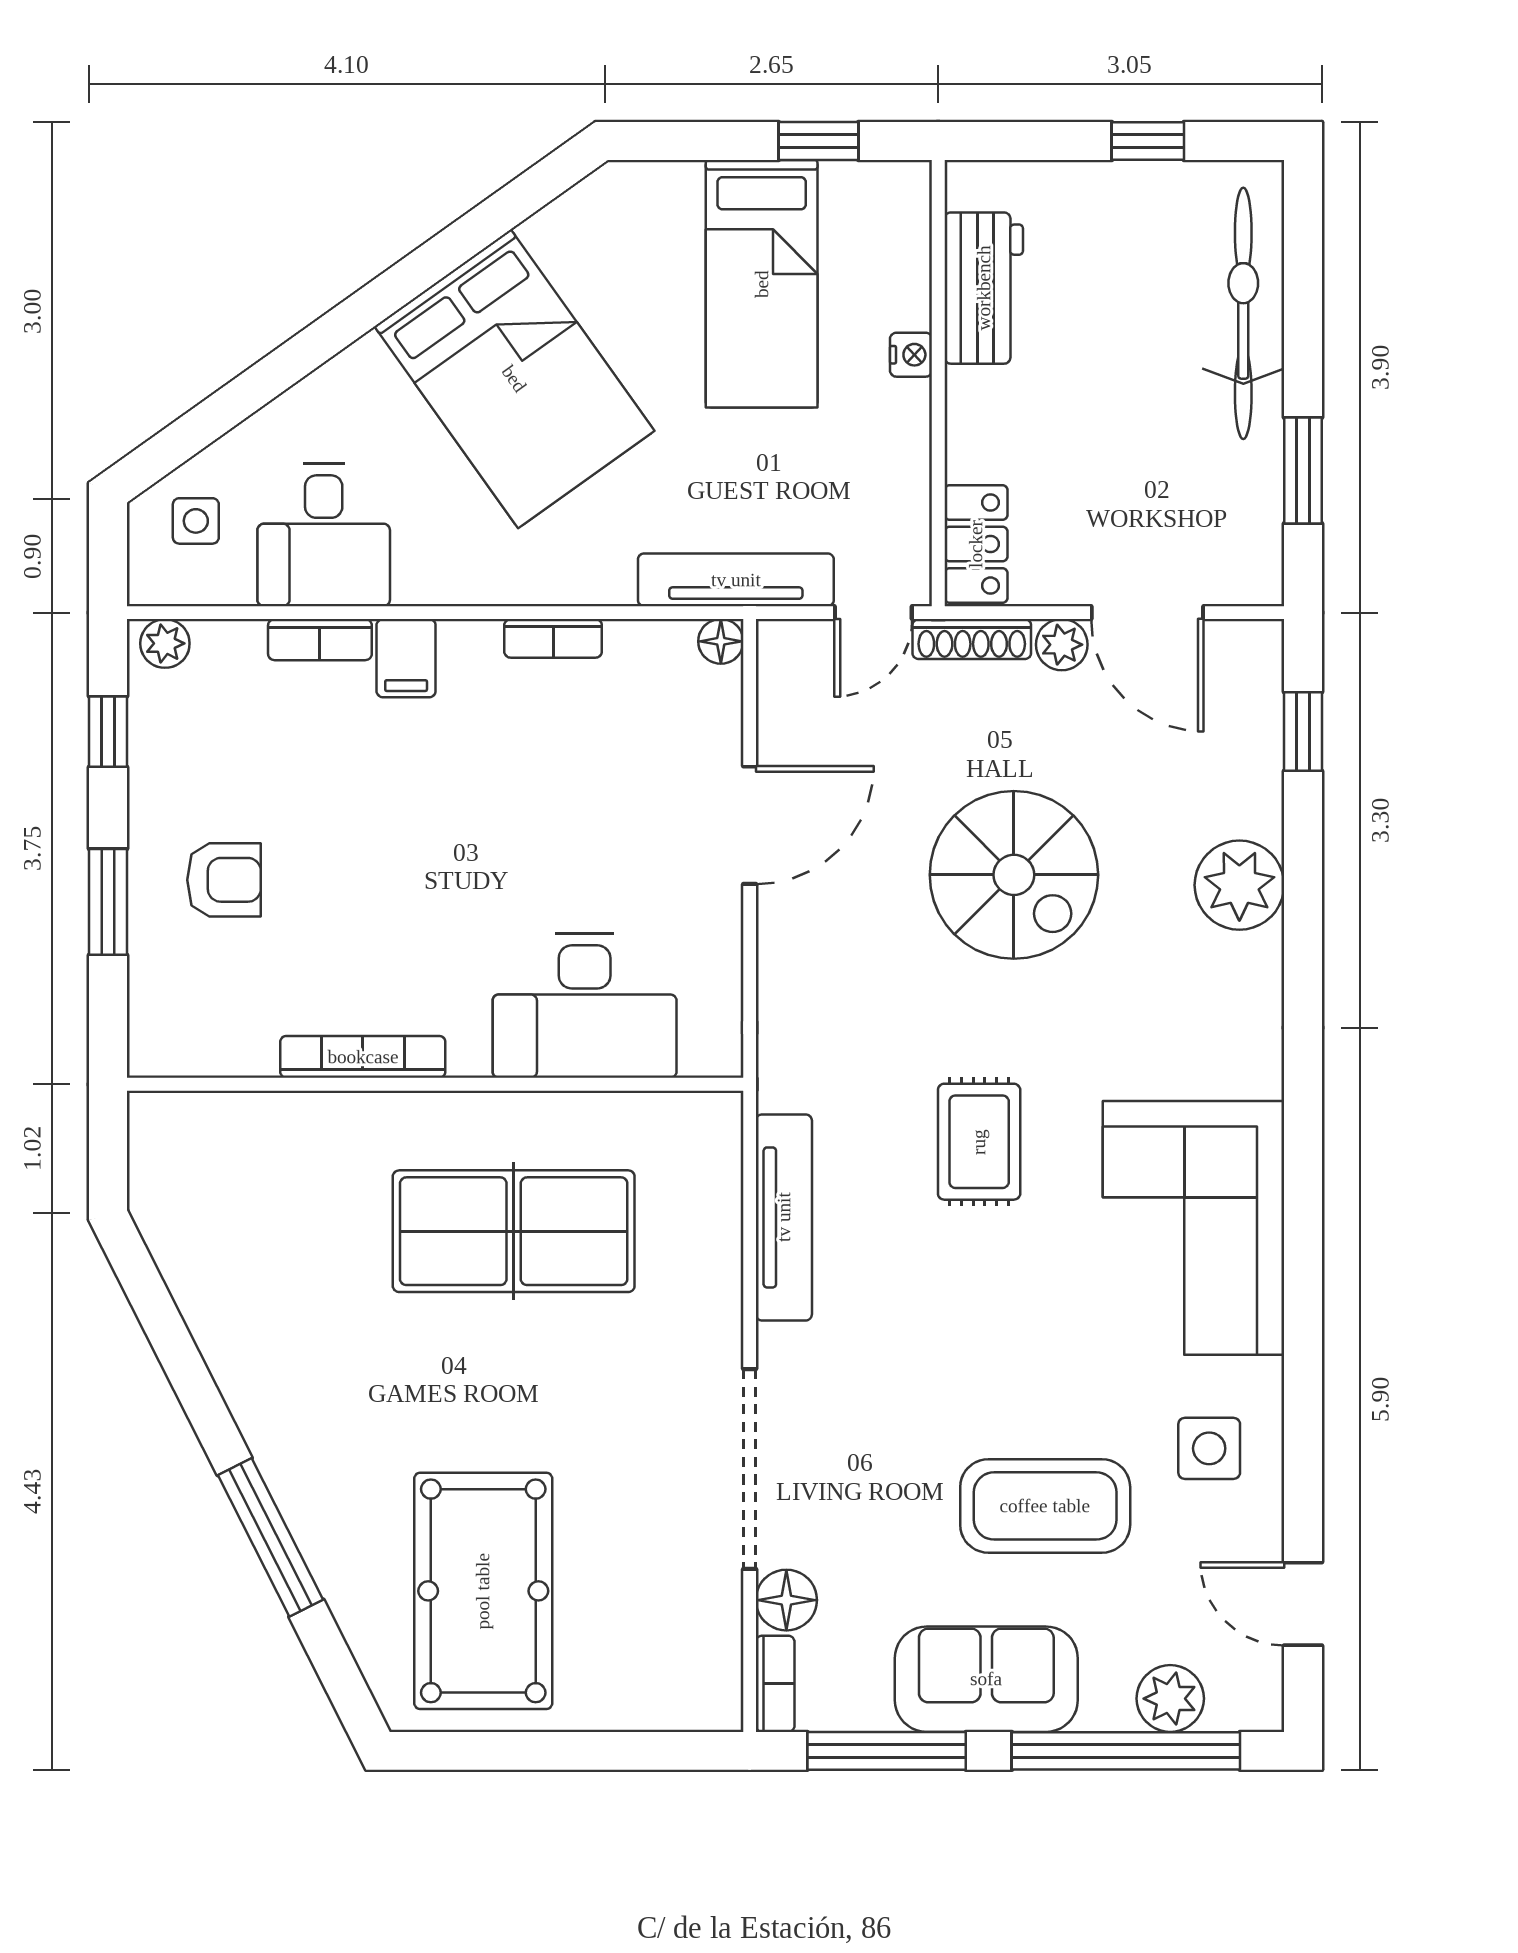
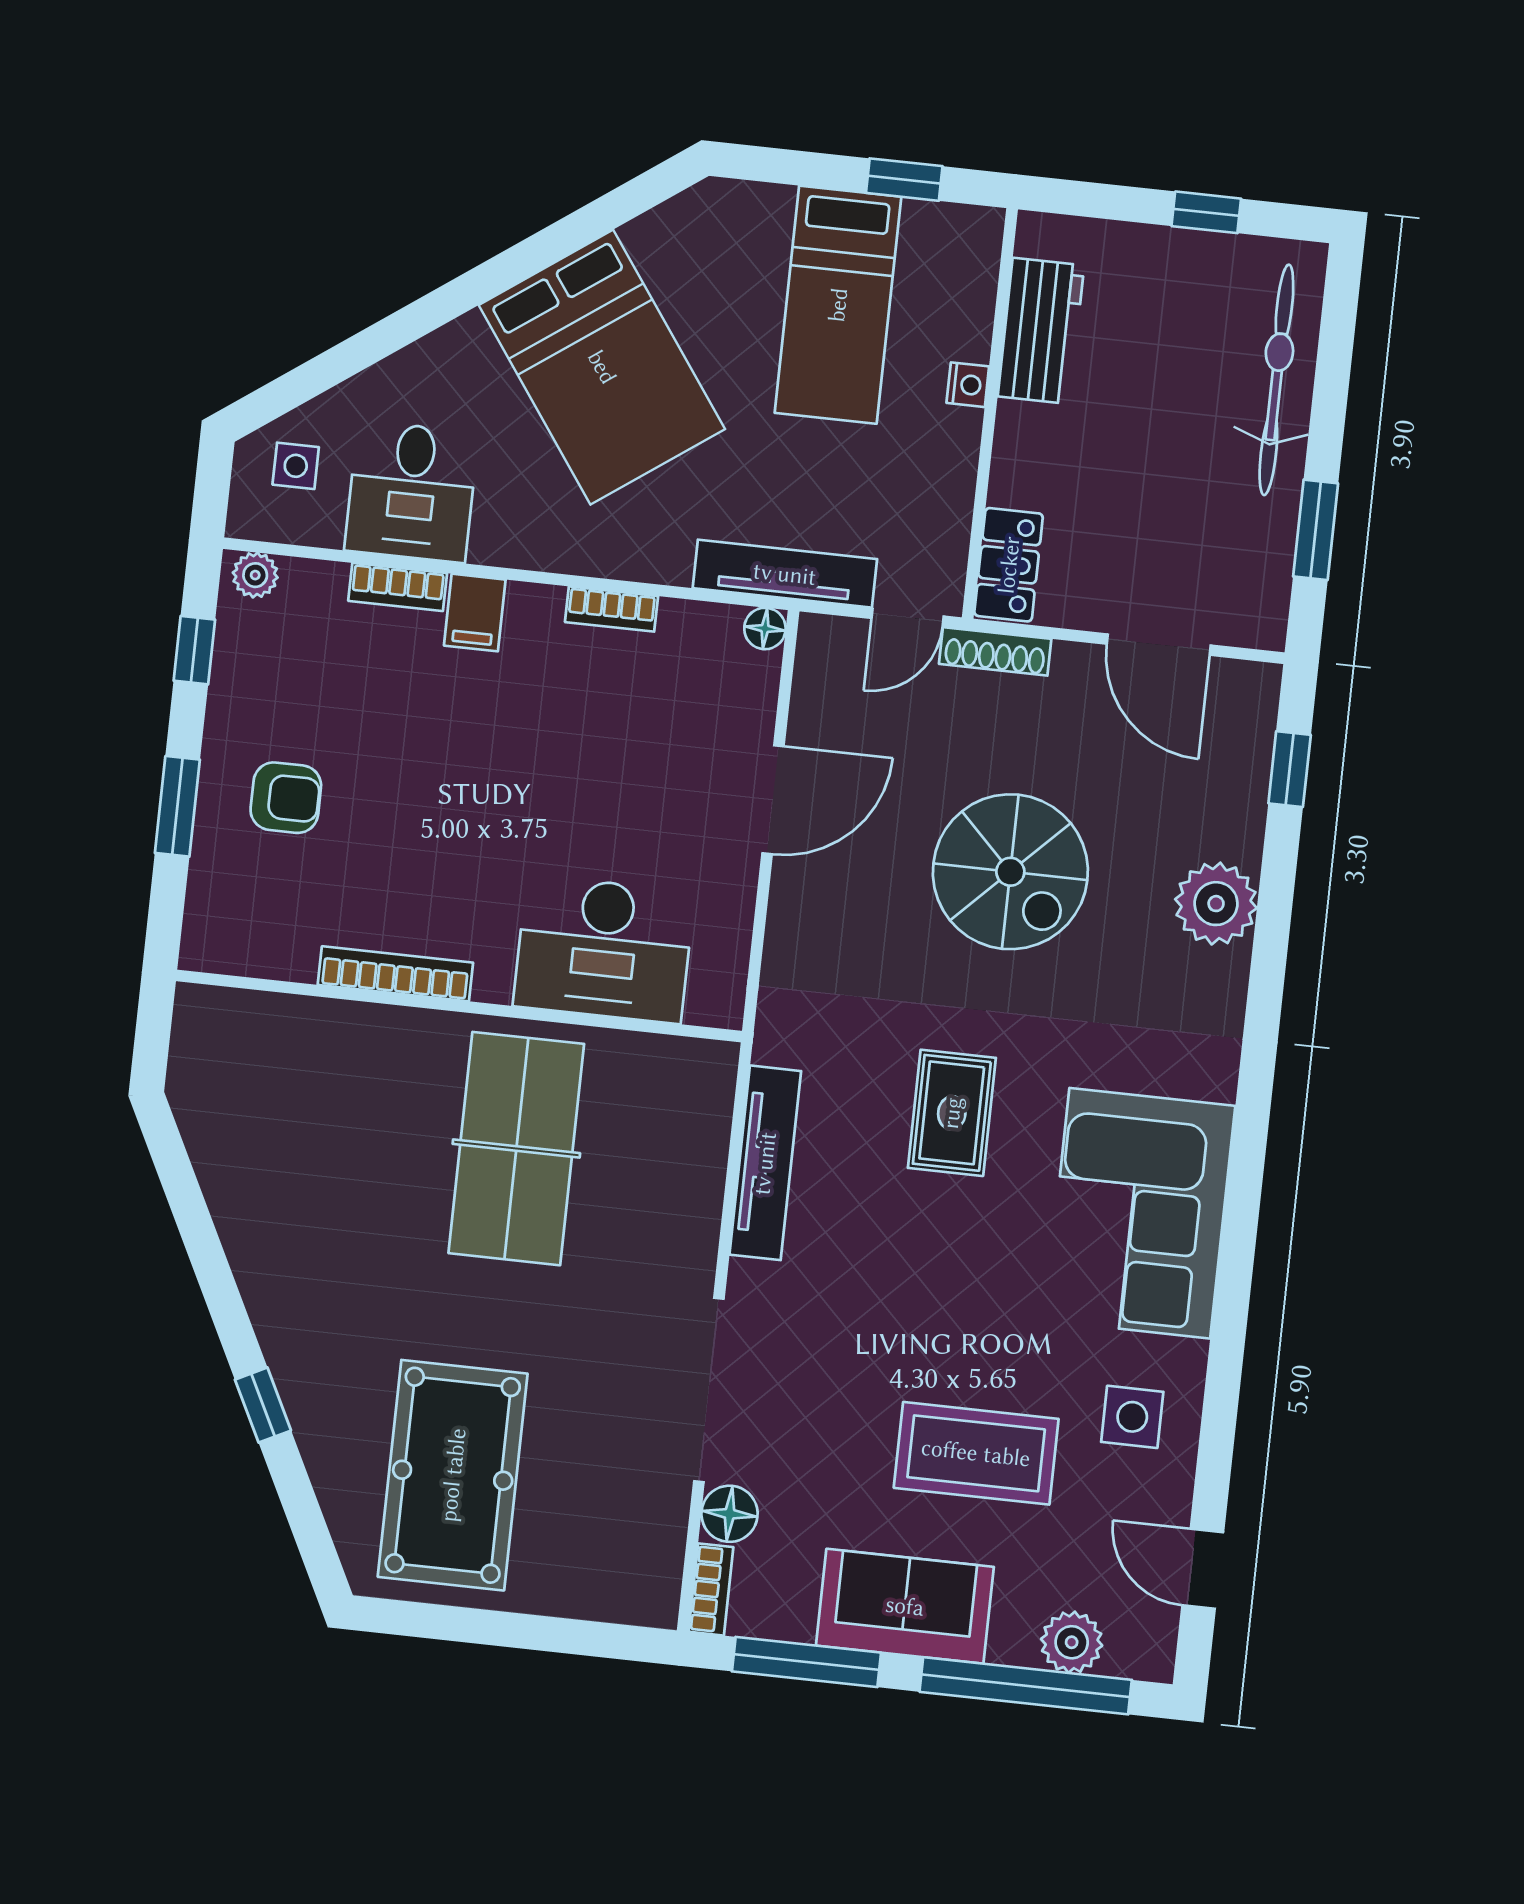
plant: (1062, 645) -> (1077, 665), removed
table tennis table: (514, 1231) -> (516, 1149), turned 90
window: (271, 1537) -> (263, 1405), width x0.46

